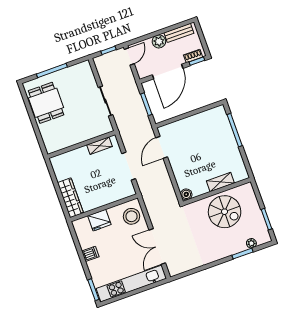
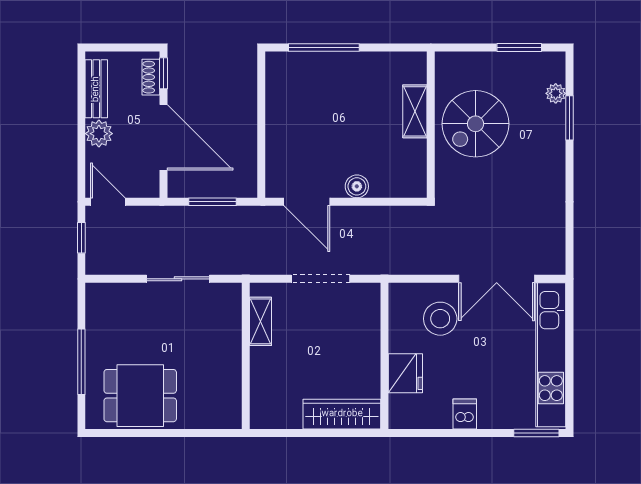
boiler: (186, 194) -> (357, 186), moved
spiral stairs: (225, 212) -> (476, 124), turned 180
stool: (132, 216) -> (440, 319), moved

